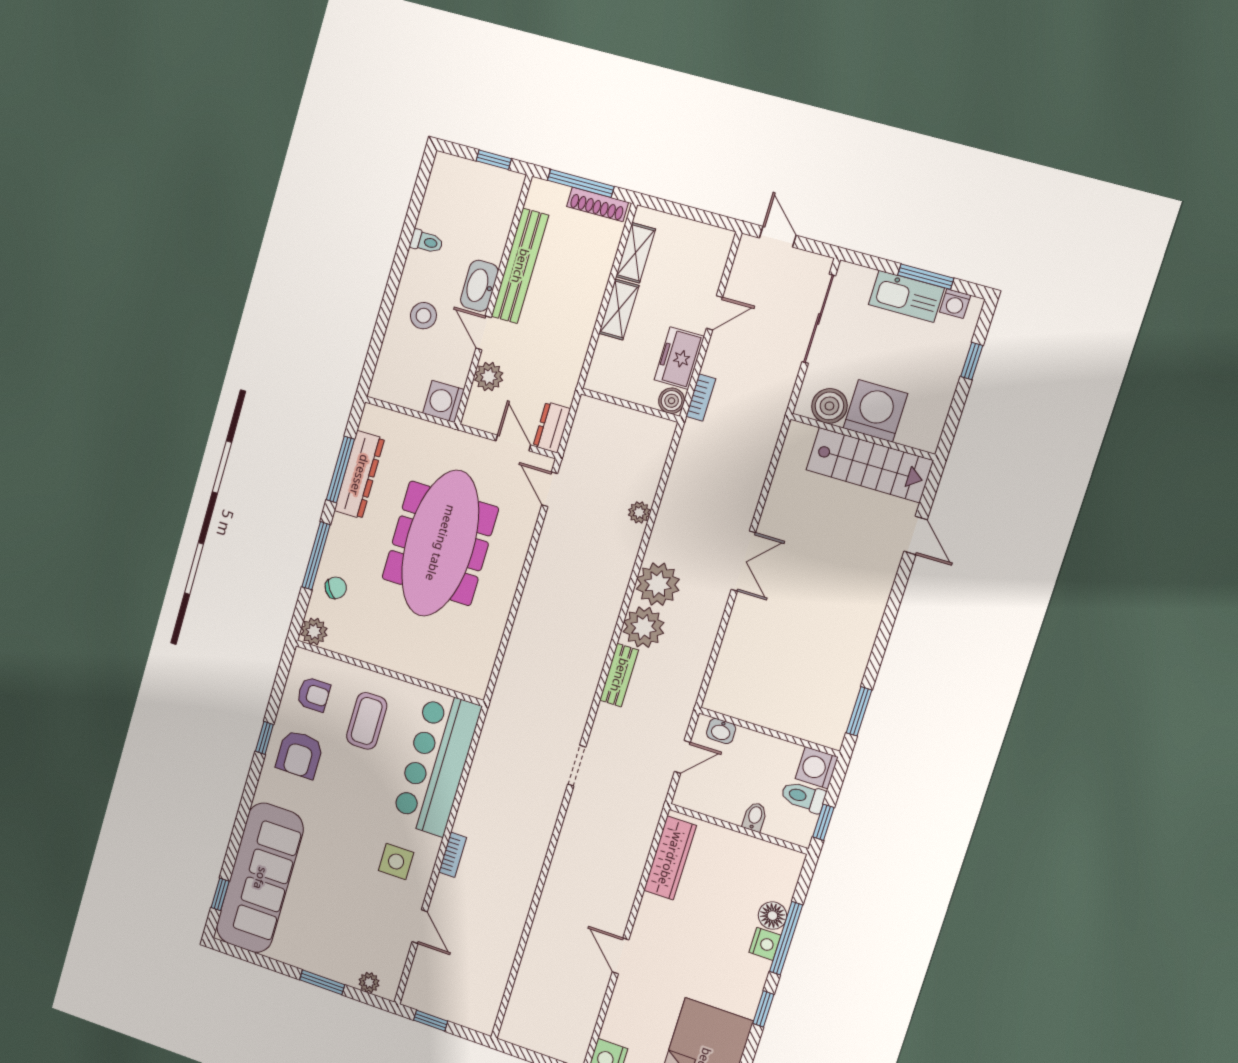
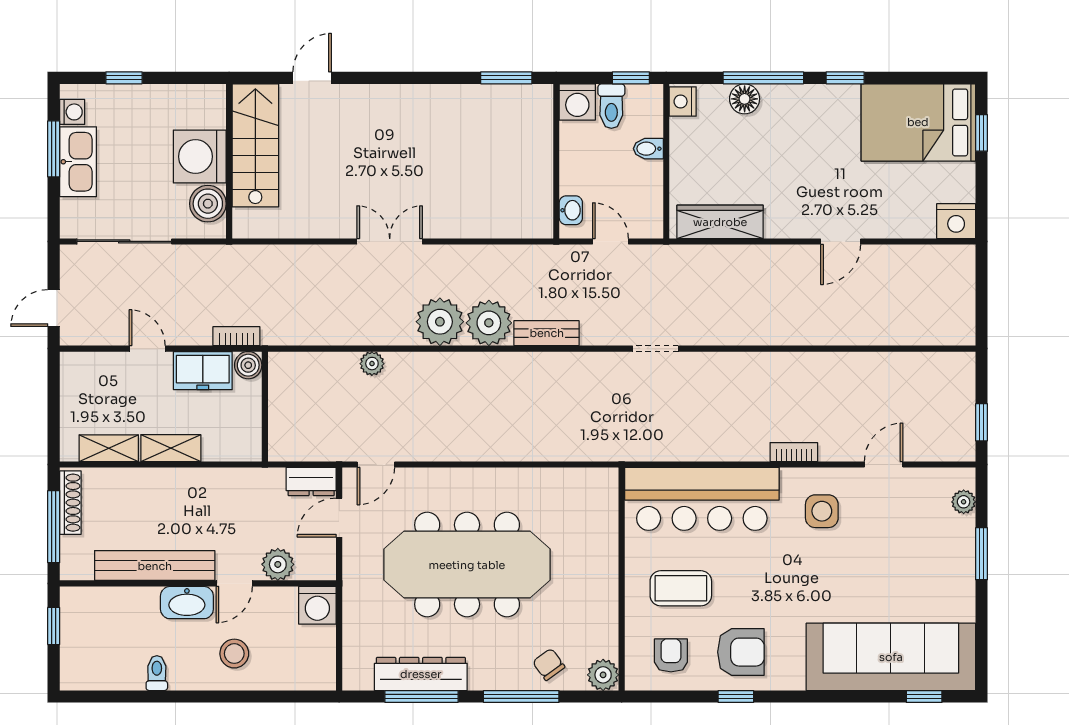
nightstand: (765, 944) -> (683, 101), moved, turned -90

